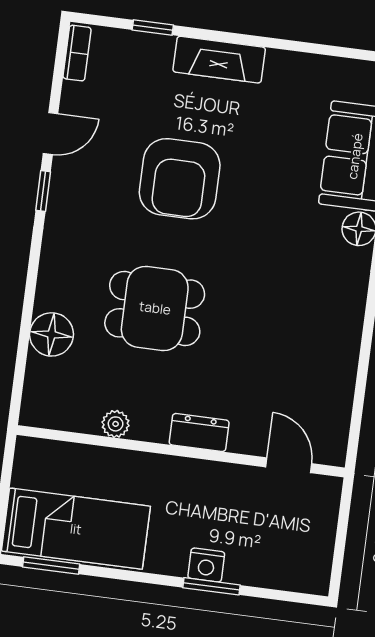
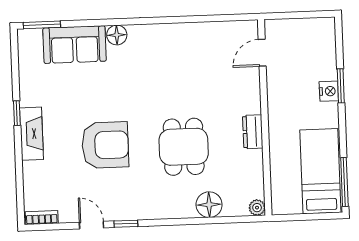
window: (153, 28) -> (17, 113), moved
plant: (116, 424) -> (257, 208), moved
dresser: (199, 432) -> (253, 132), moved
window: (51, 565) -> (344, 182), width x1.44

